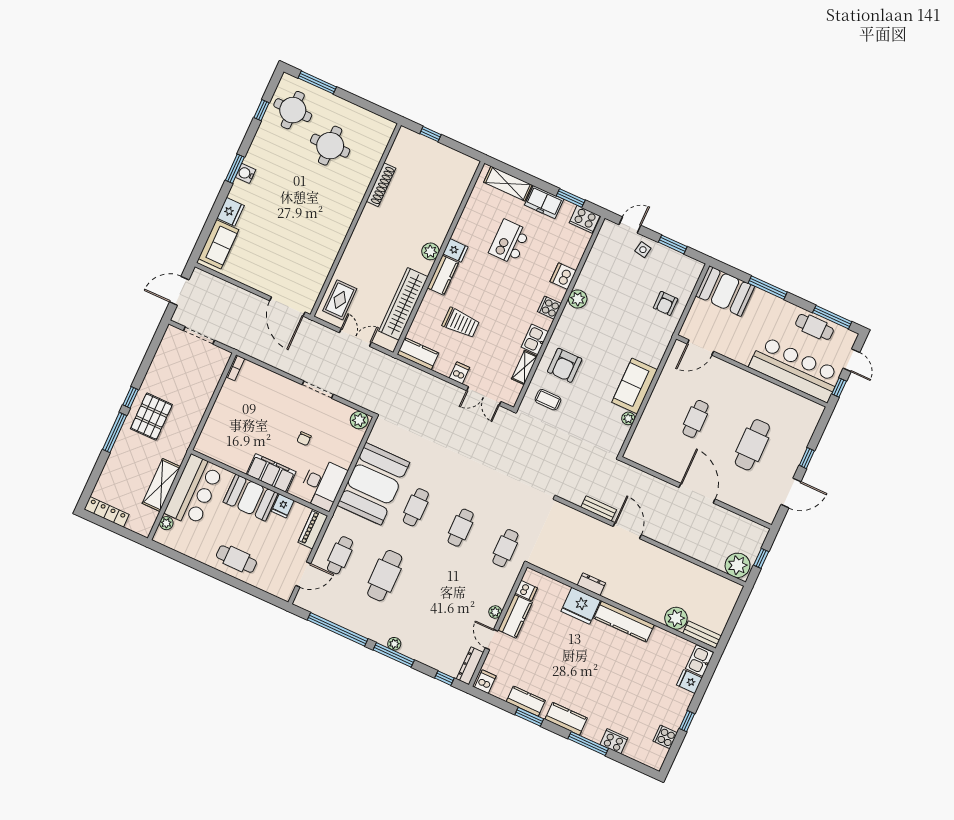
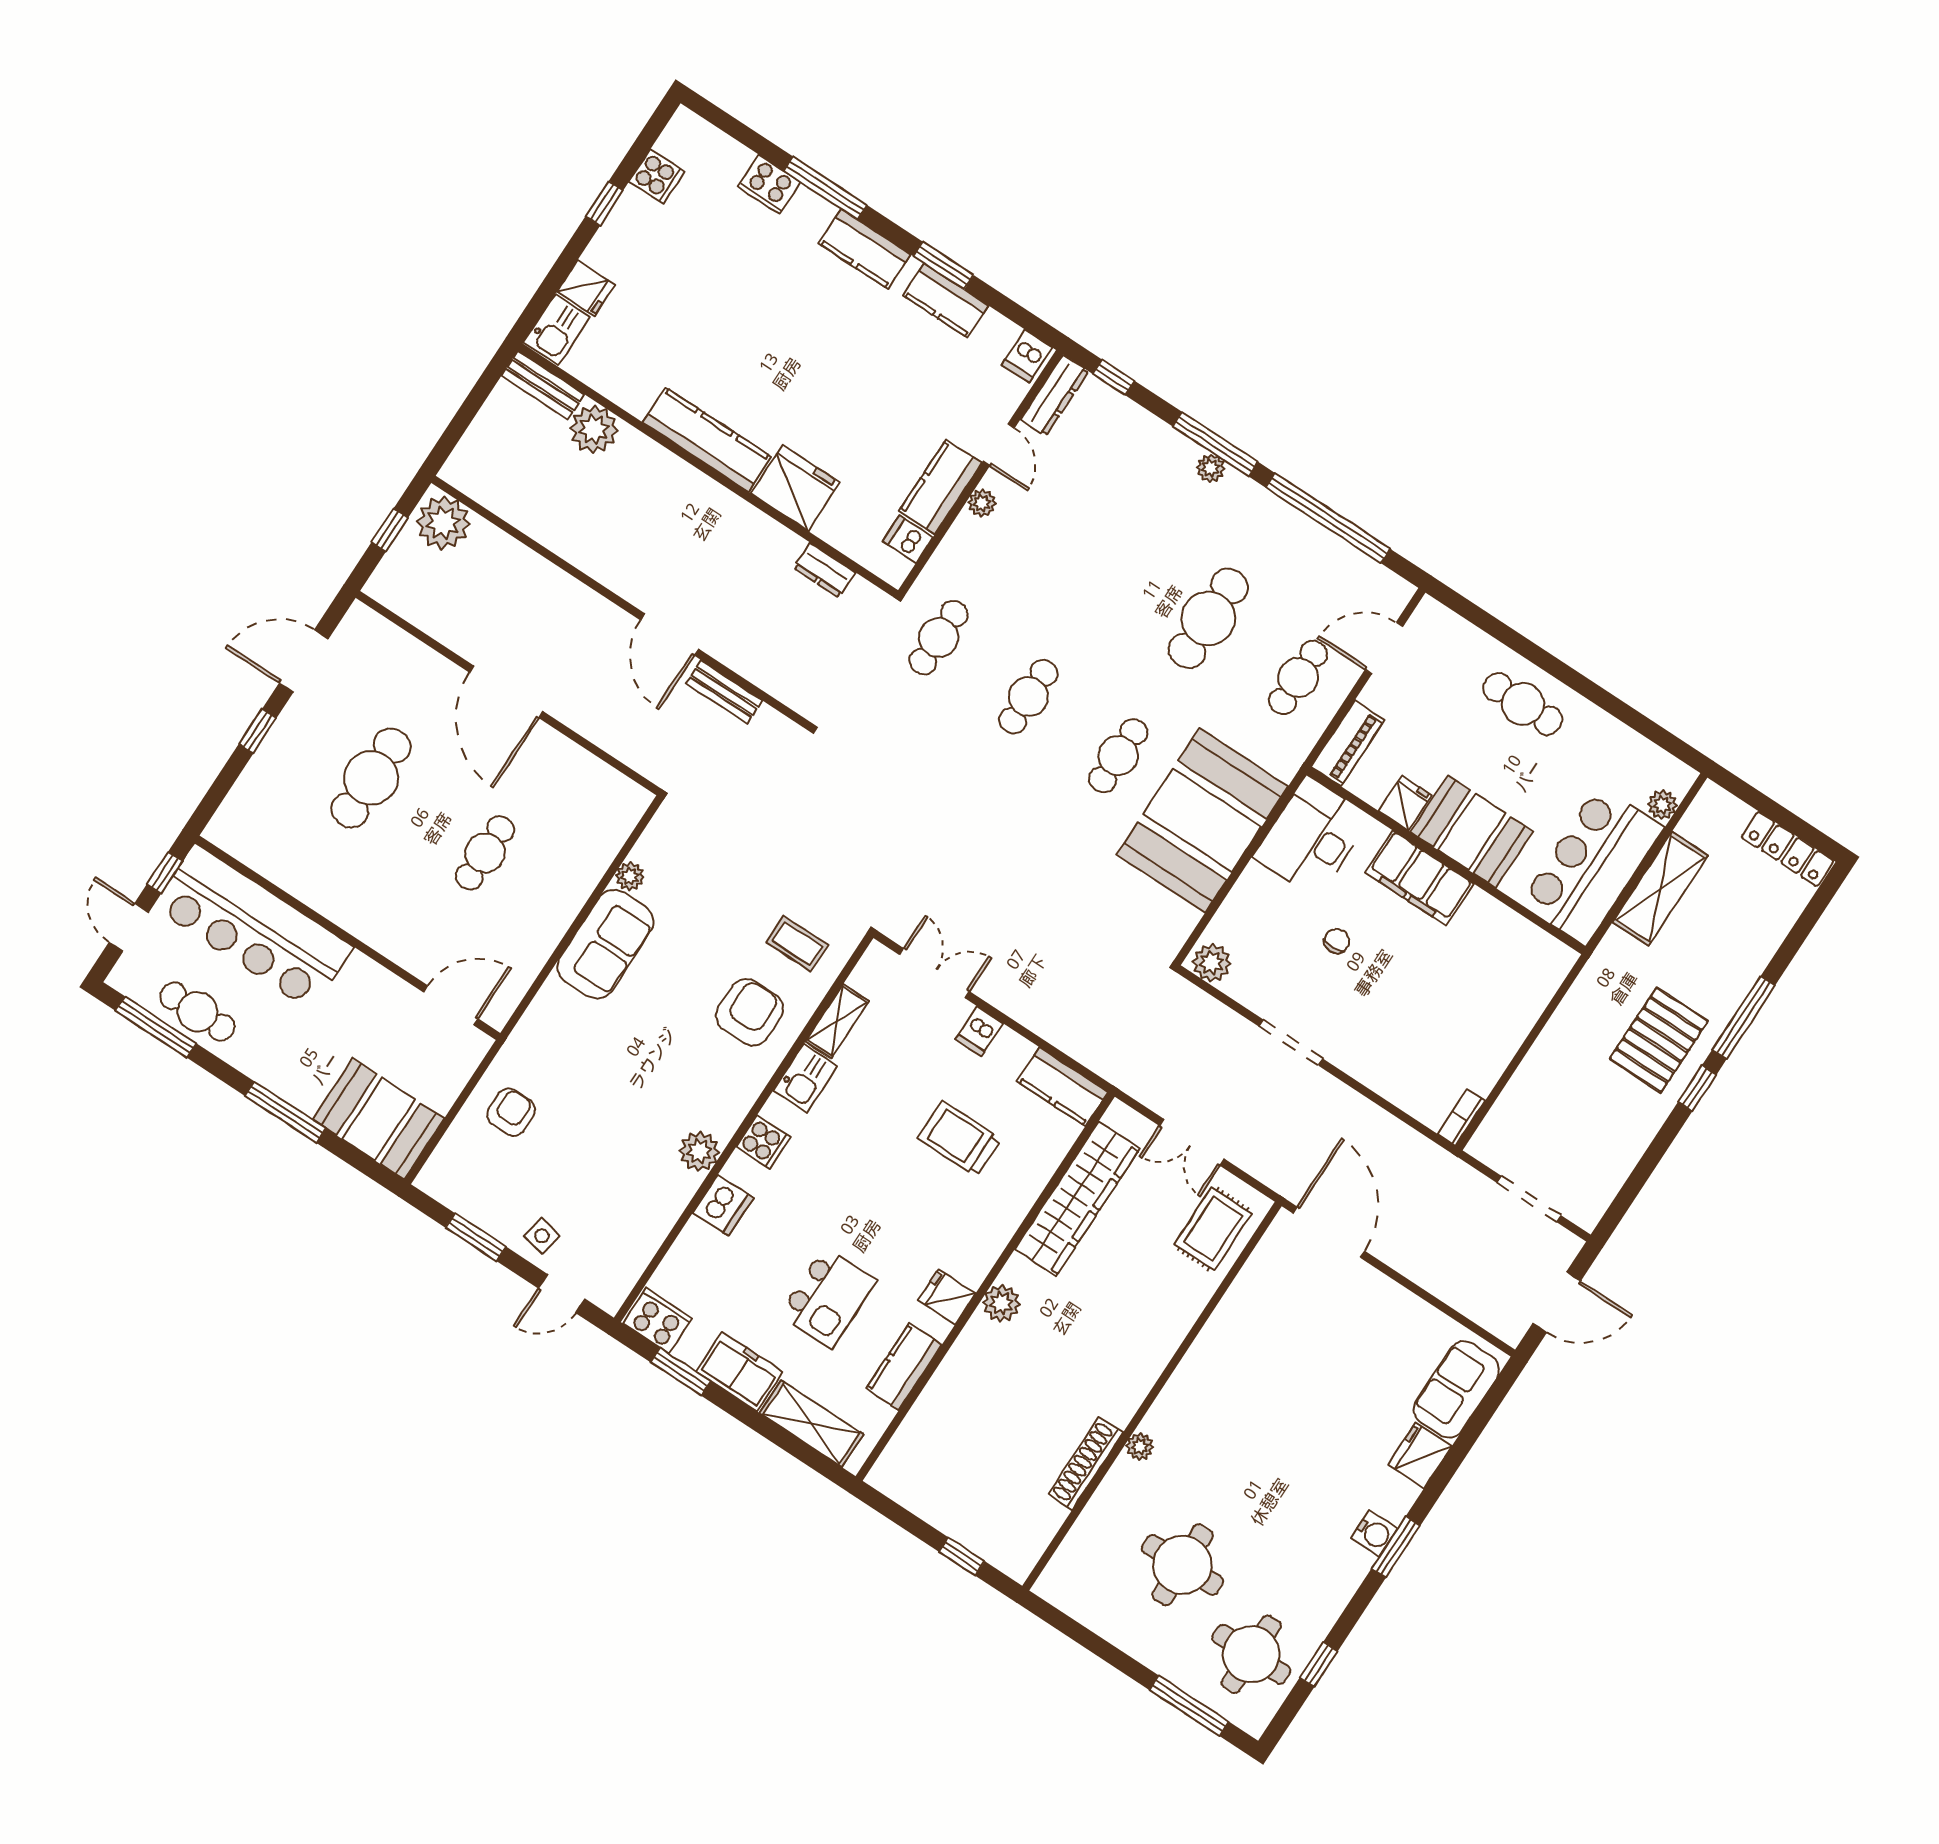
plant: (358, 196) -> (1140, 1447), added
kitchen counter: (443, 275) -> (904, 1367), moved
dresser: (591, 584) -> (824, 570), moved

